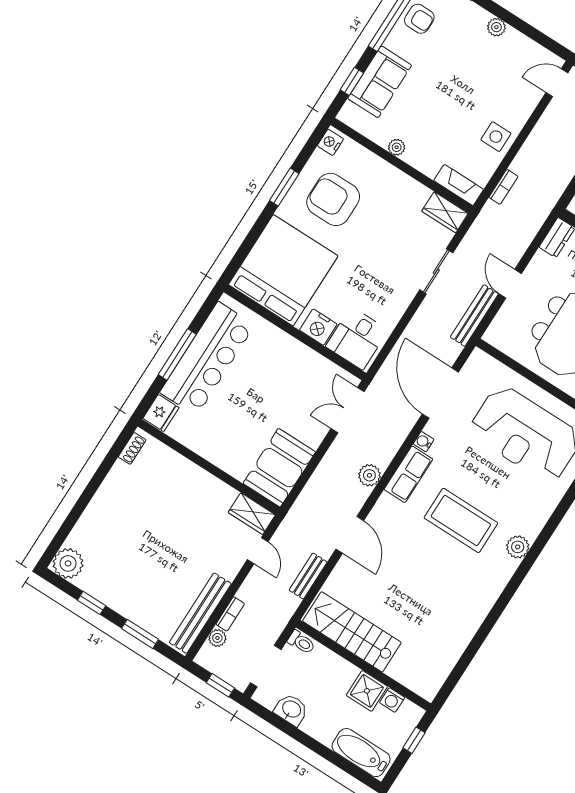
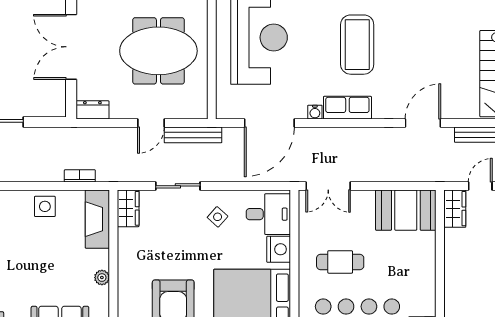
fireplace: (459, 185) -> (97, 219), width x1.37, depth x1.32
side table: (384, 290) -> (218, 217), added
cafe table: (270, 376) -> (340, 262), added
plant: (369, 475) -> (367, 137), removed

